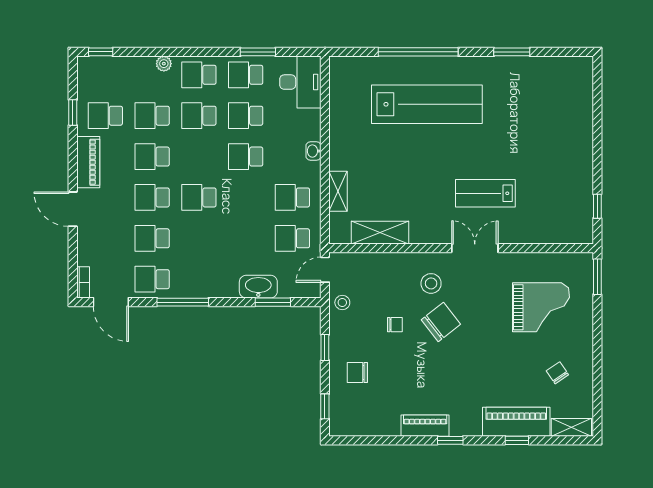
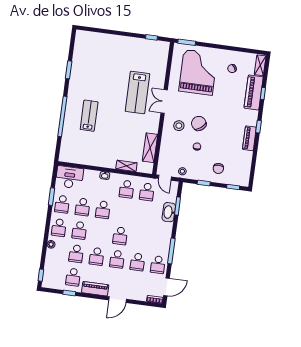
lab bench: (427, 104) -> (89, 116), width x0.54, depth x0.72
lab bench: (485, 193) -> (137, 92), width x1.36, depth x1.39
grand piano: (541, 307) -> (198, 72), width x1.37, depth x1.48

